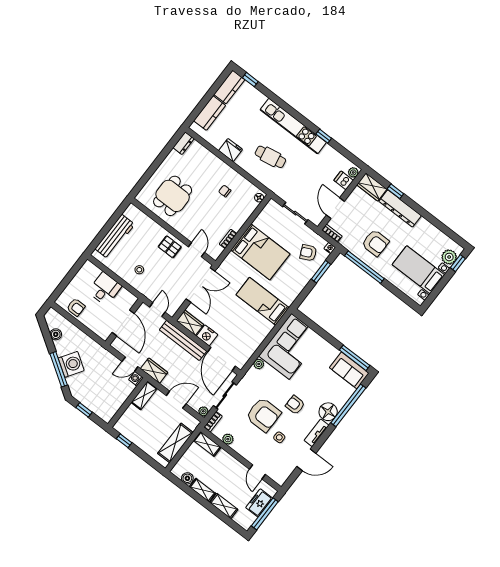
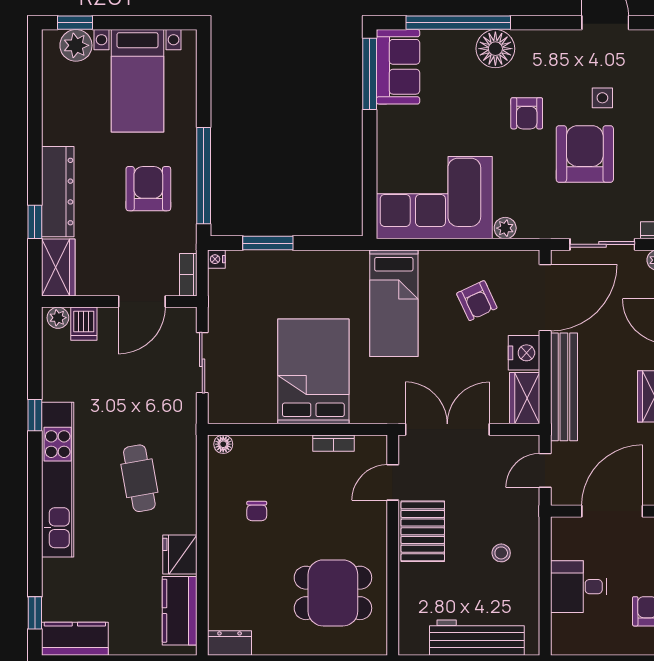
kitchen counter: (210, 113) -> (180, 611), moved, turned -90
pallet: (170, 247) -> (423, 531), width x1.50, depth x1.42
armchair: (308, 253) -> (477, 301), moved
tv unit: (317, 433) -> (546, 41), removed

